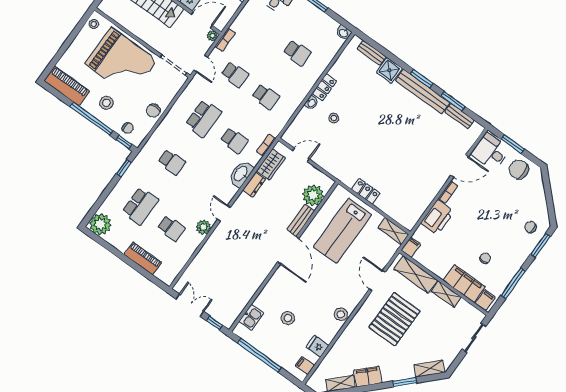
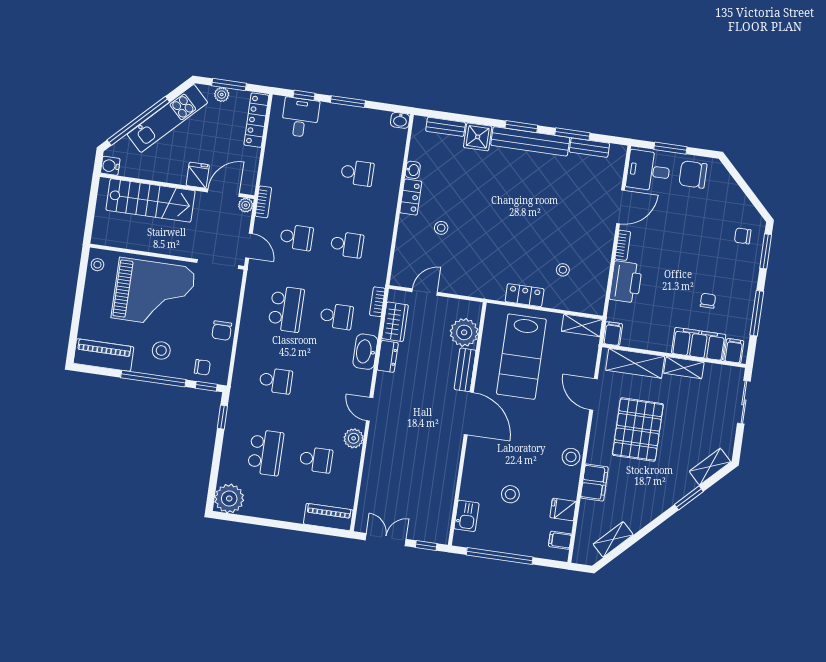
washbasin: (311, 103) -> (413, 170), moved
stool: (400, 188) -> (563, 270), added
piano: (143, 258) -> (328, 517), moved
filing cabinet: (368, 377) -> (594, 482), moved, turned 135

